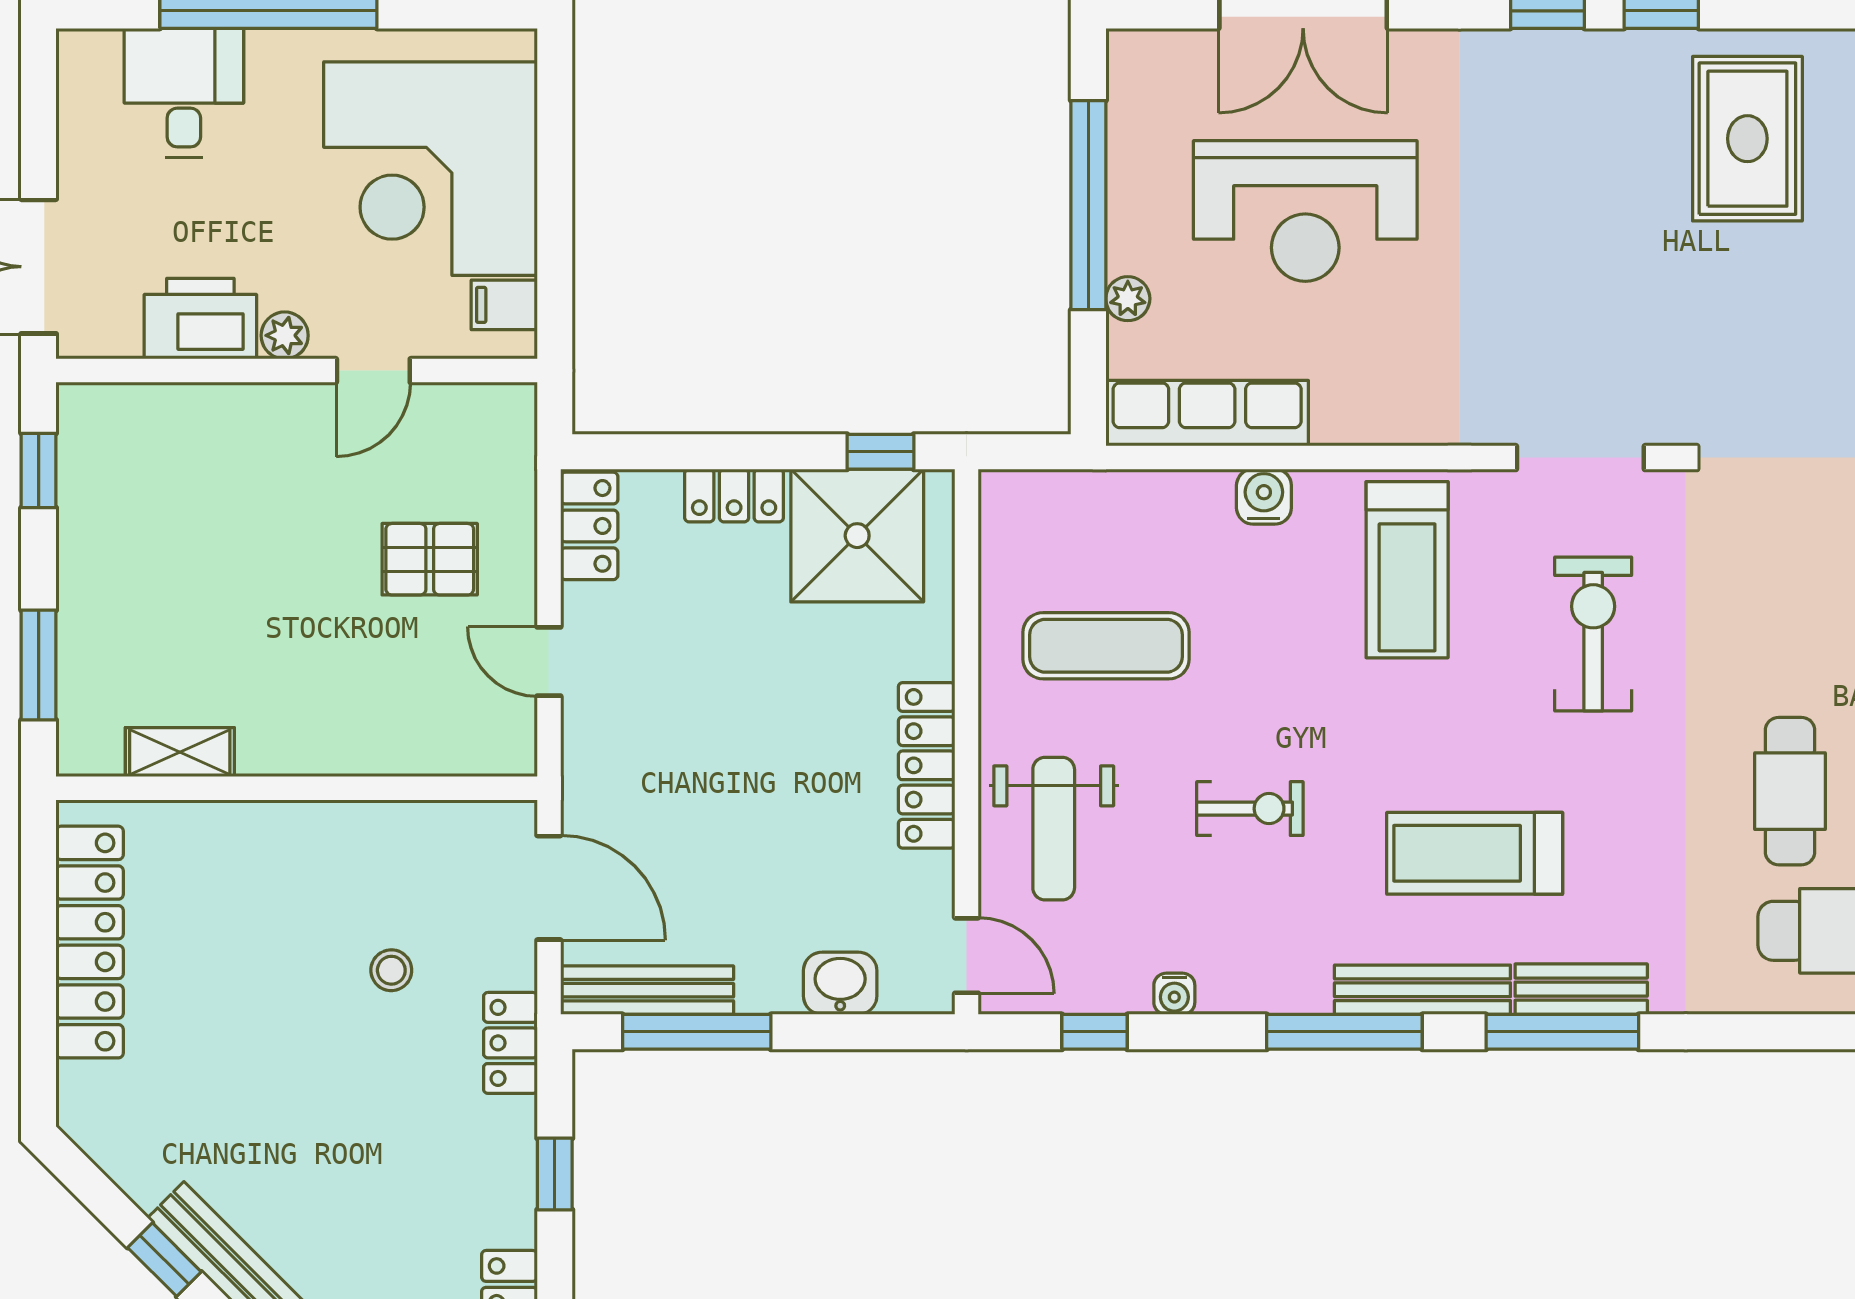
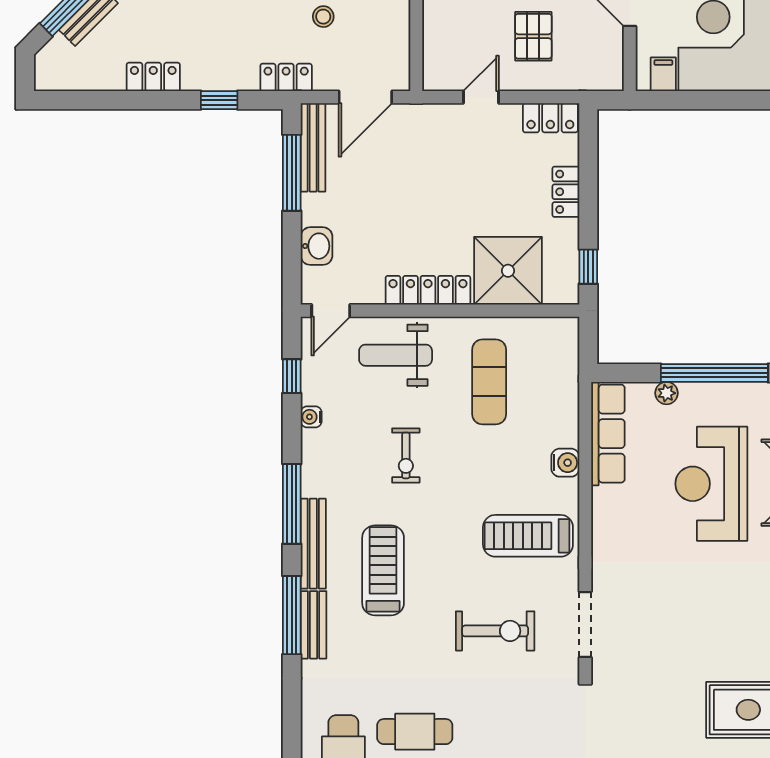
shower: (857, 536) -> (508, 271), moved

